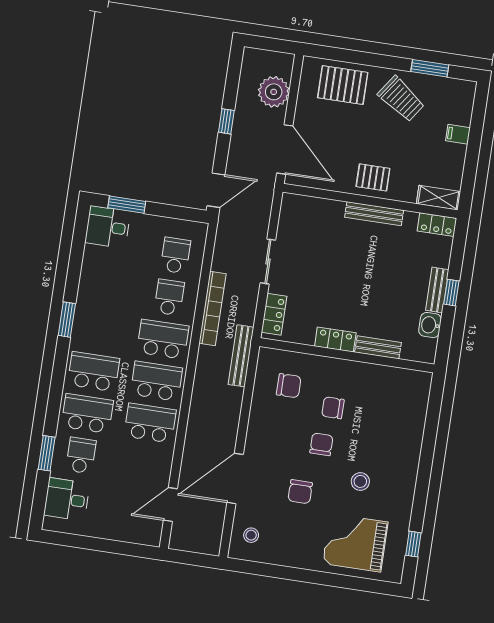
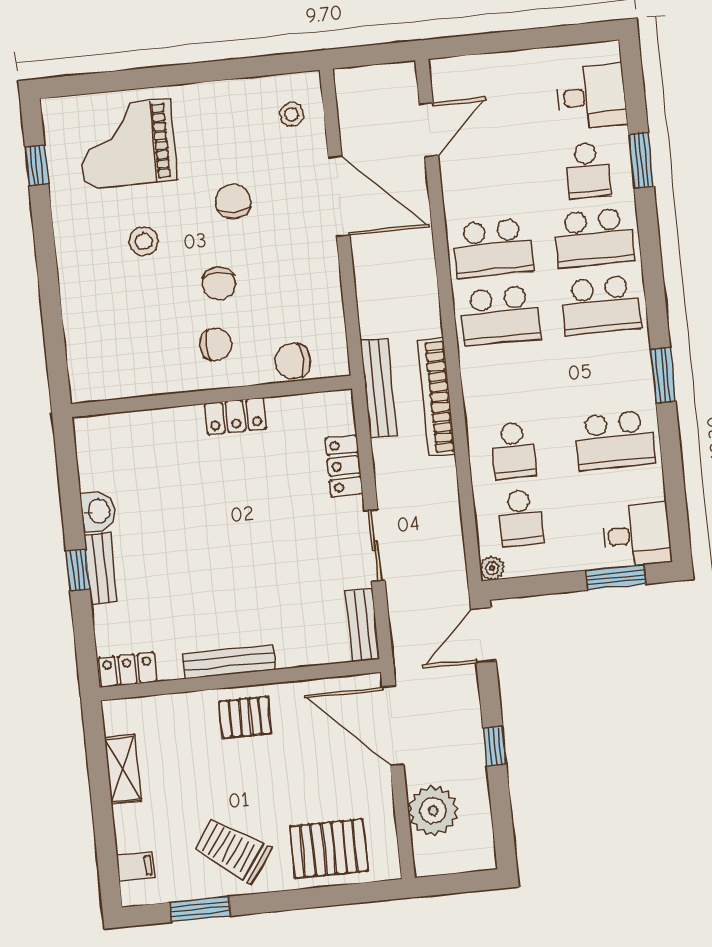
filing cabinet: (458, 134) -> (136, 866), moved
shelving: (438, 198) -> (123, 769), moved, turned 90
plant: (200, 229) -> (492, 568), added
bookcase: (212, 309) -> (436, 397), moved
school desk: (163, 339) -> (615, 440), moved
locker: (335, 339) -> (235, 416), moved
bench: (378, 347) -> (363, 625), moved, turned 90
wall: (347, 355) -> (211, 396), moved
door: (235, 478) -> (339, 196), hinge flipped
grand piano: (355, 543) -> (127, 144), turned 180

